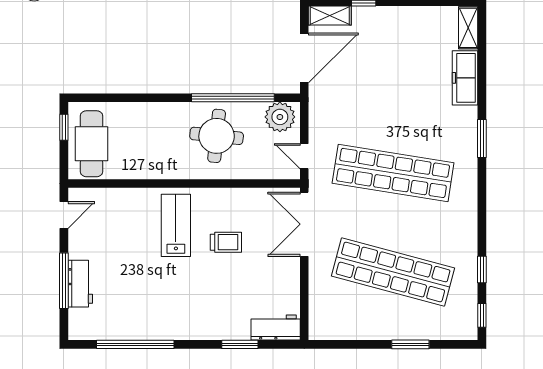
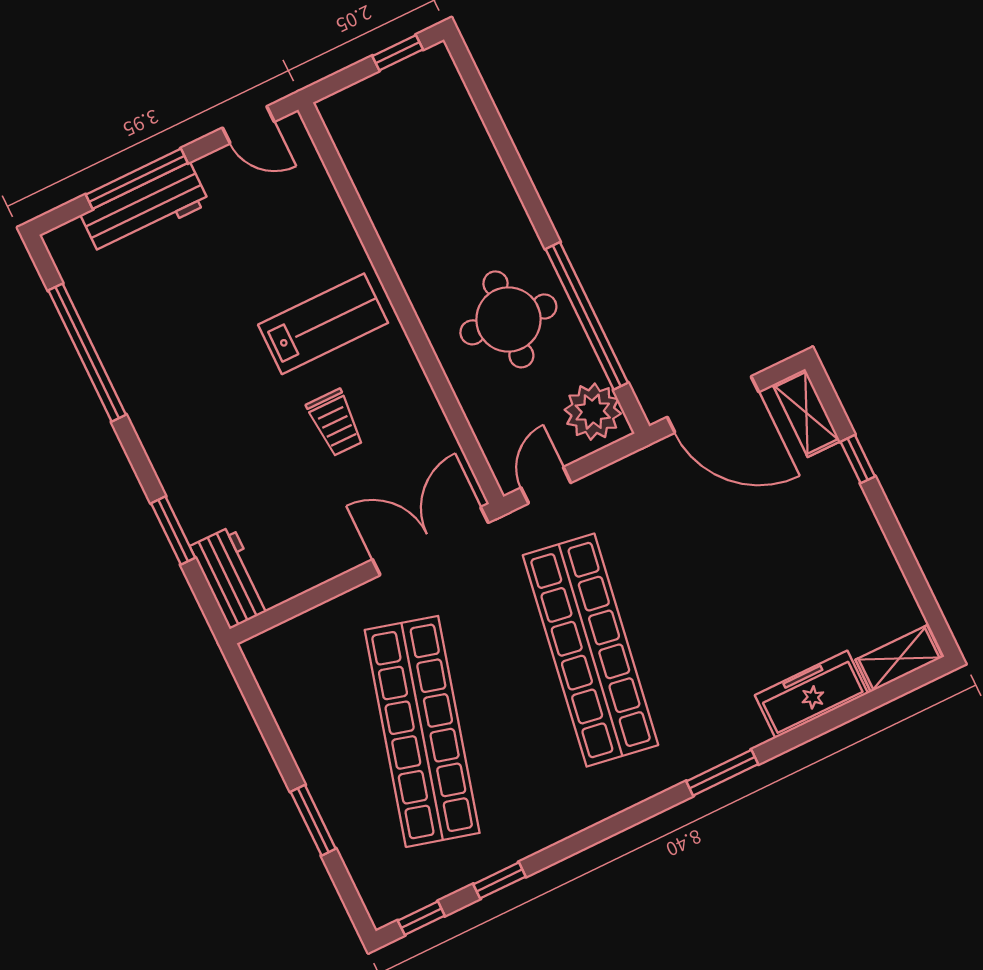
cafe table: (91, 144) -> (392, 113), removed
workbench: (80, 284) -> (145, 209), width x1.38

